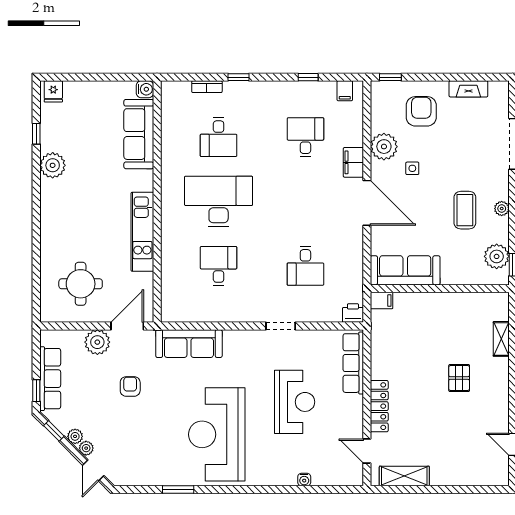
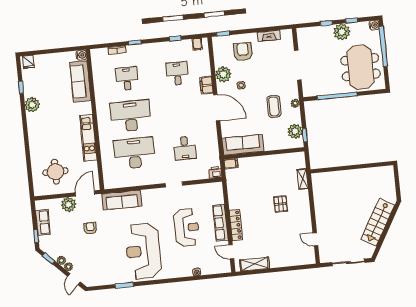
desk: (219, 137) -> (127, 79), turned 180
desk: (219, 266) -> (134, 153), width x1.87, depth x1.30
row of seats: (353, 363) -> (220, 223), moved
row of seats: (50, 379) -> (43, 222), width x0.68

